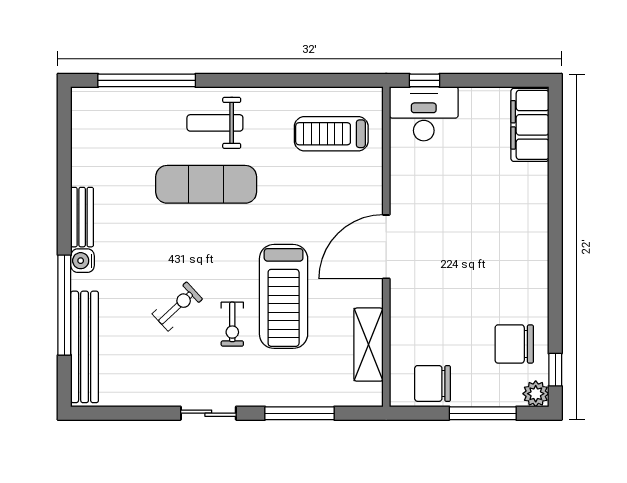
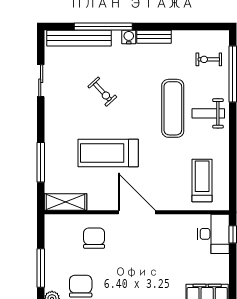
weight bench: (215, 123) -> (208, 113), turned -90
exercise bike: (232, 324) -> (209, 59), moved
shelving: (369, 345) -> (66, 202), moved
chair: (433, 383) -> (94, 238), moved
sliding door: (208, 413) -> (41, 81), moved

